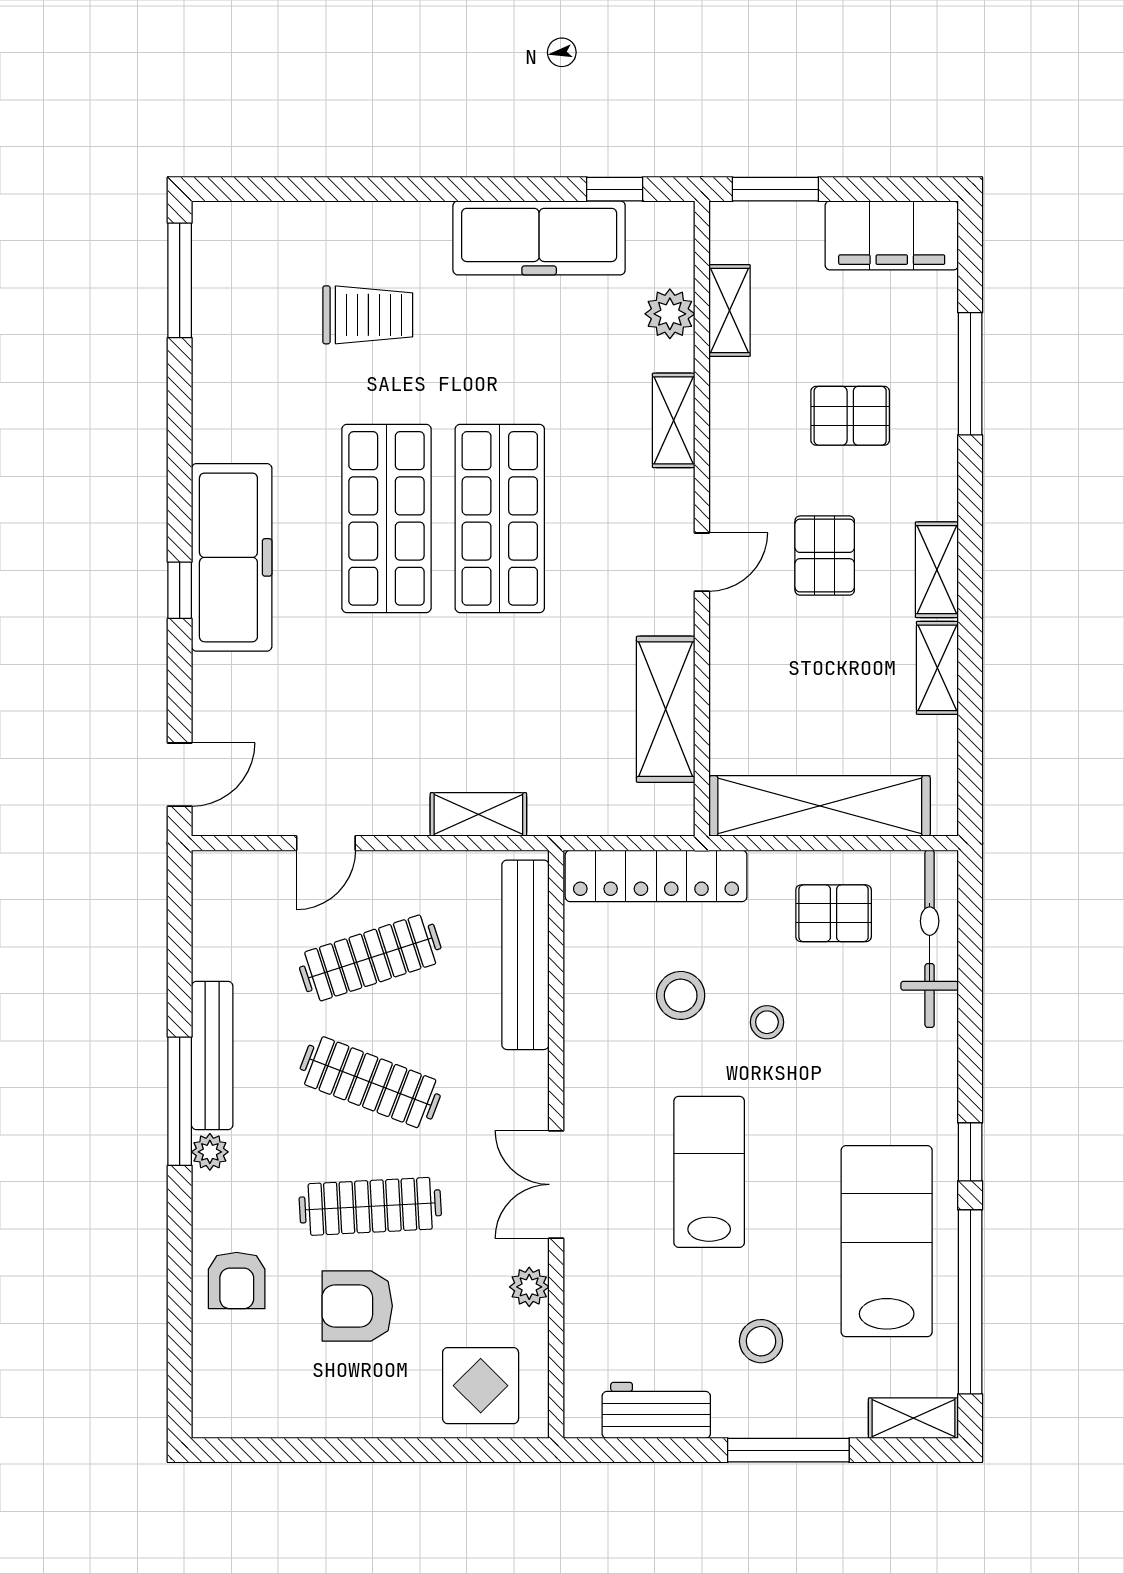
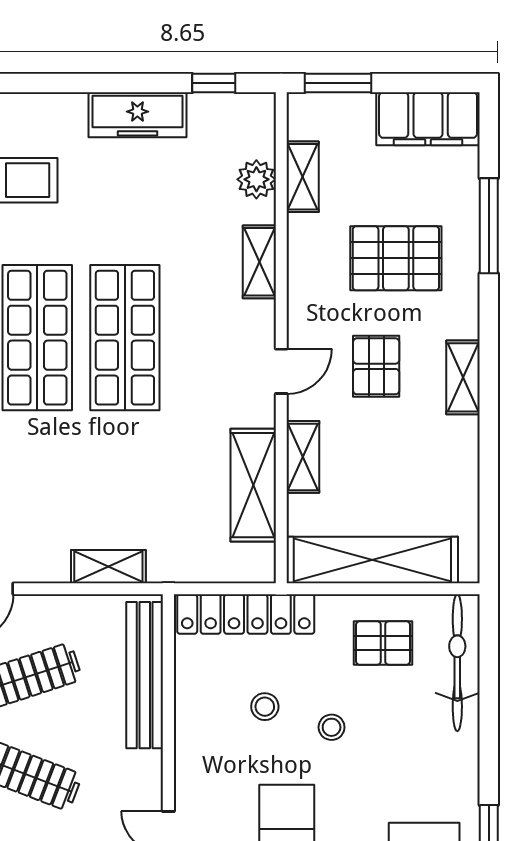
freezer: (539, 238) -> (137, 115), width x0.73, depth x0.79
pallet: (850, 416) -> (396, 258), width x1.50, depth x1.42
shelving: (937, 668) -> (303, 457), moved
stool: (681, 995) -> (265, 707), width x0.73, depth x0.73

